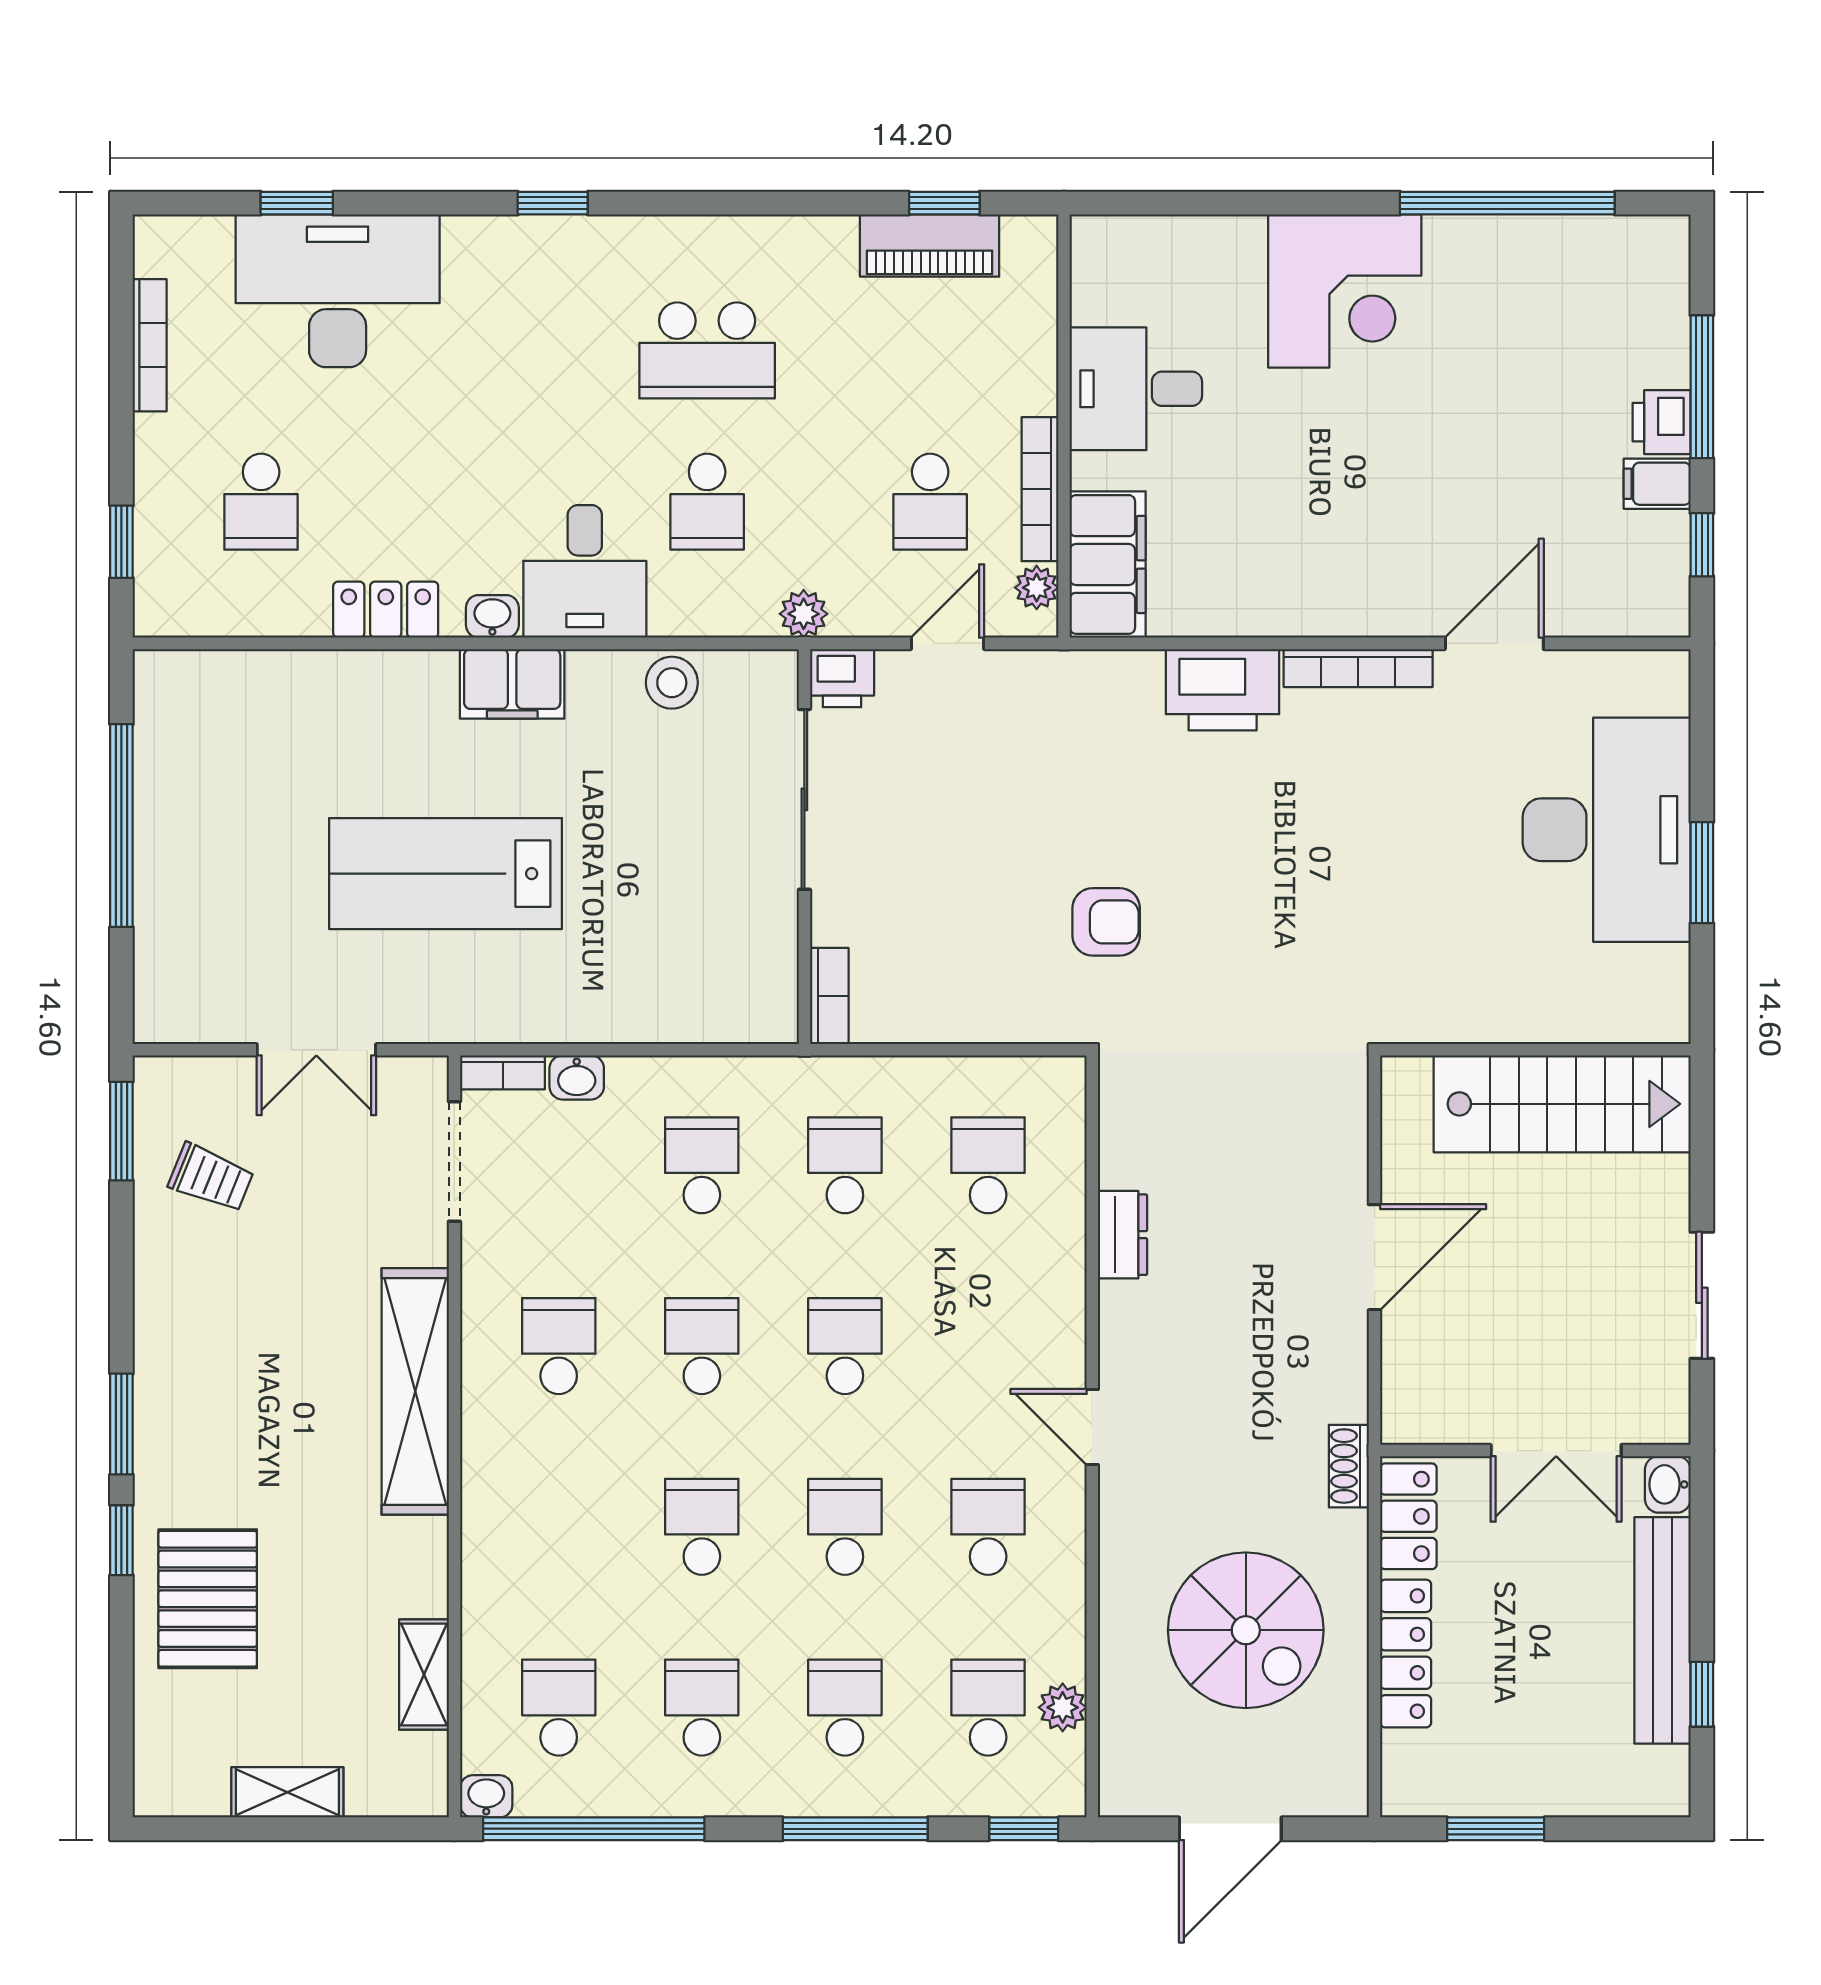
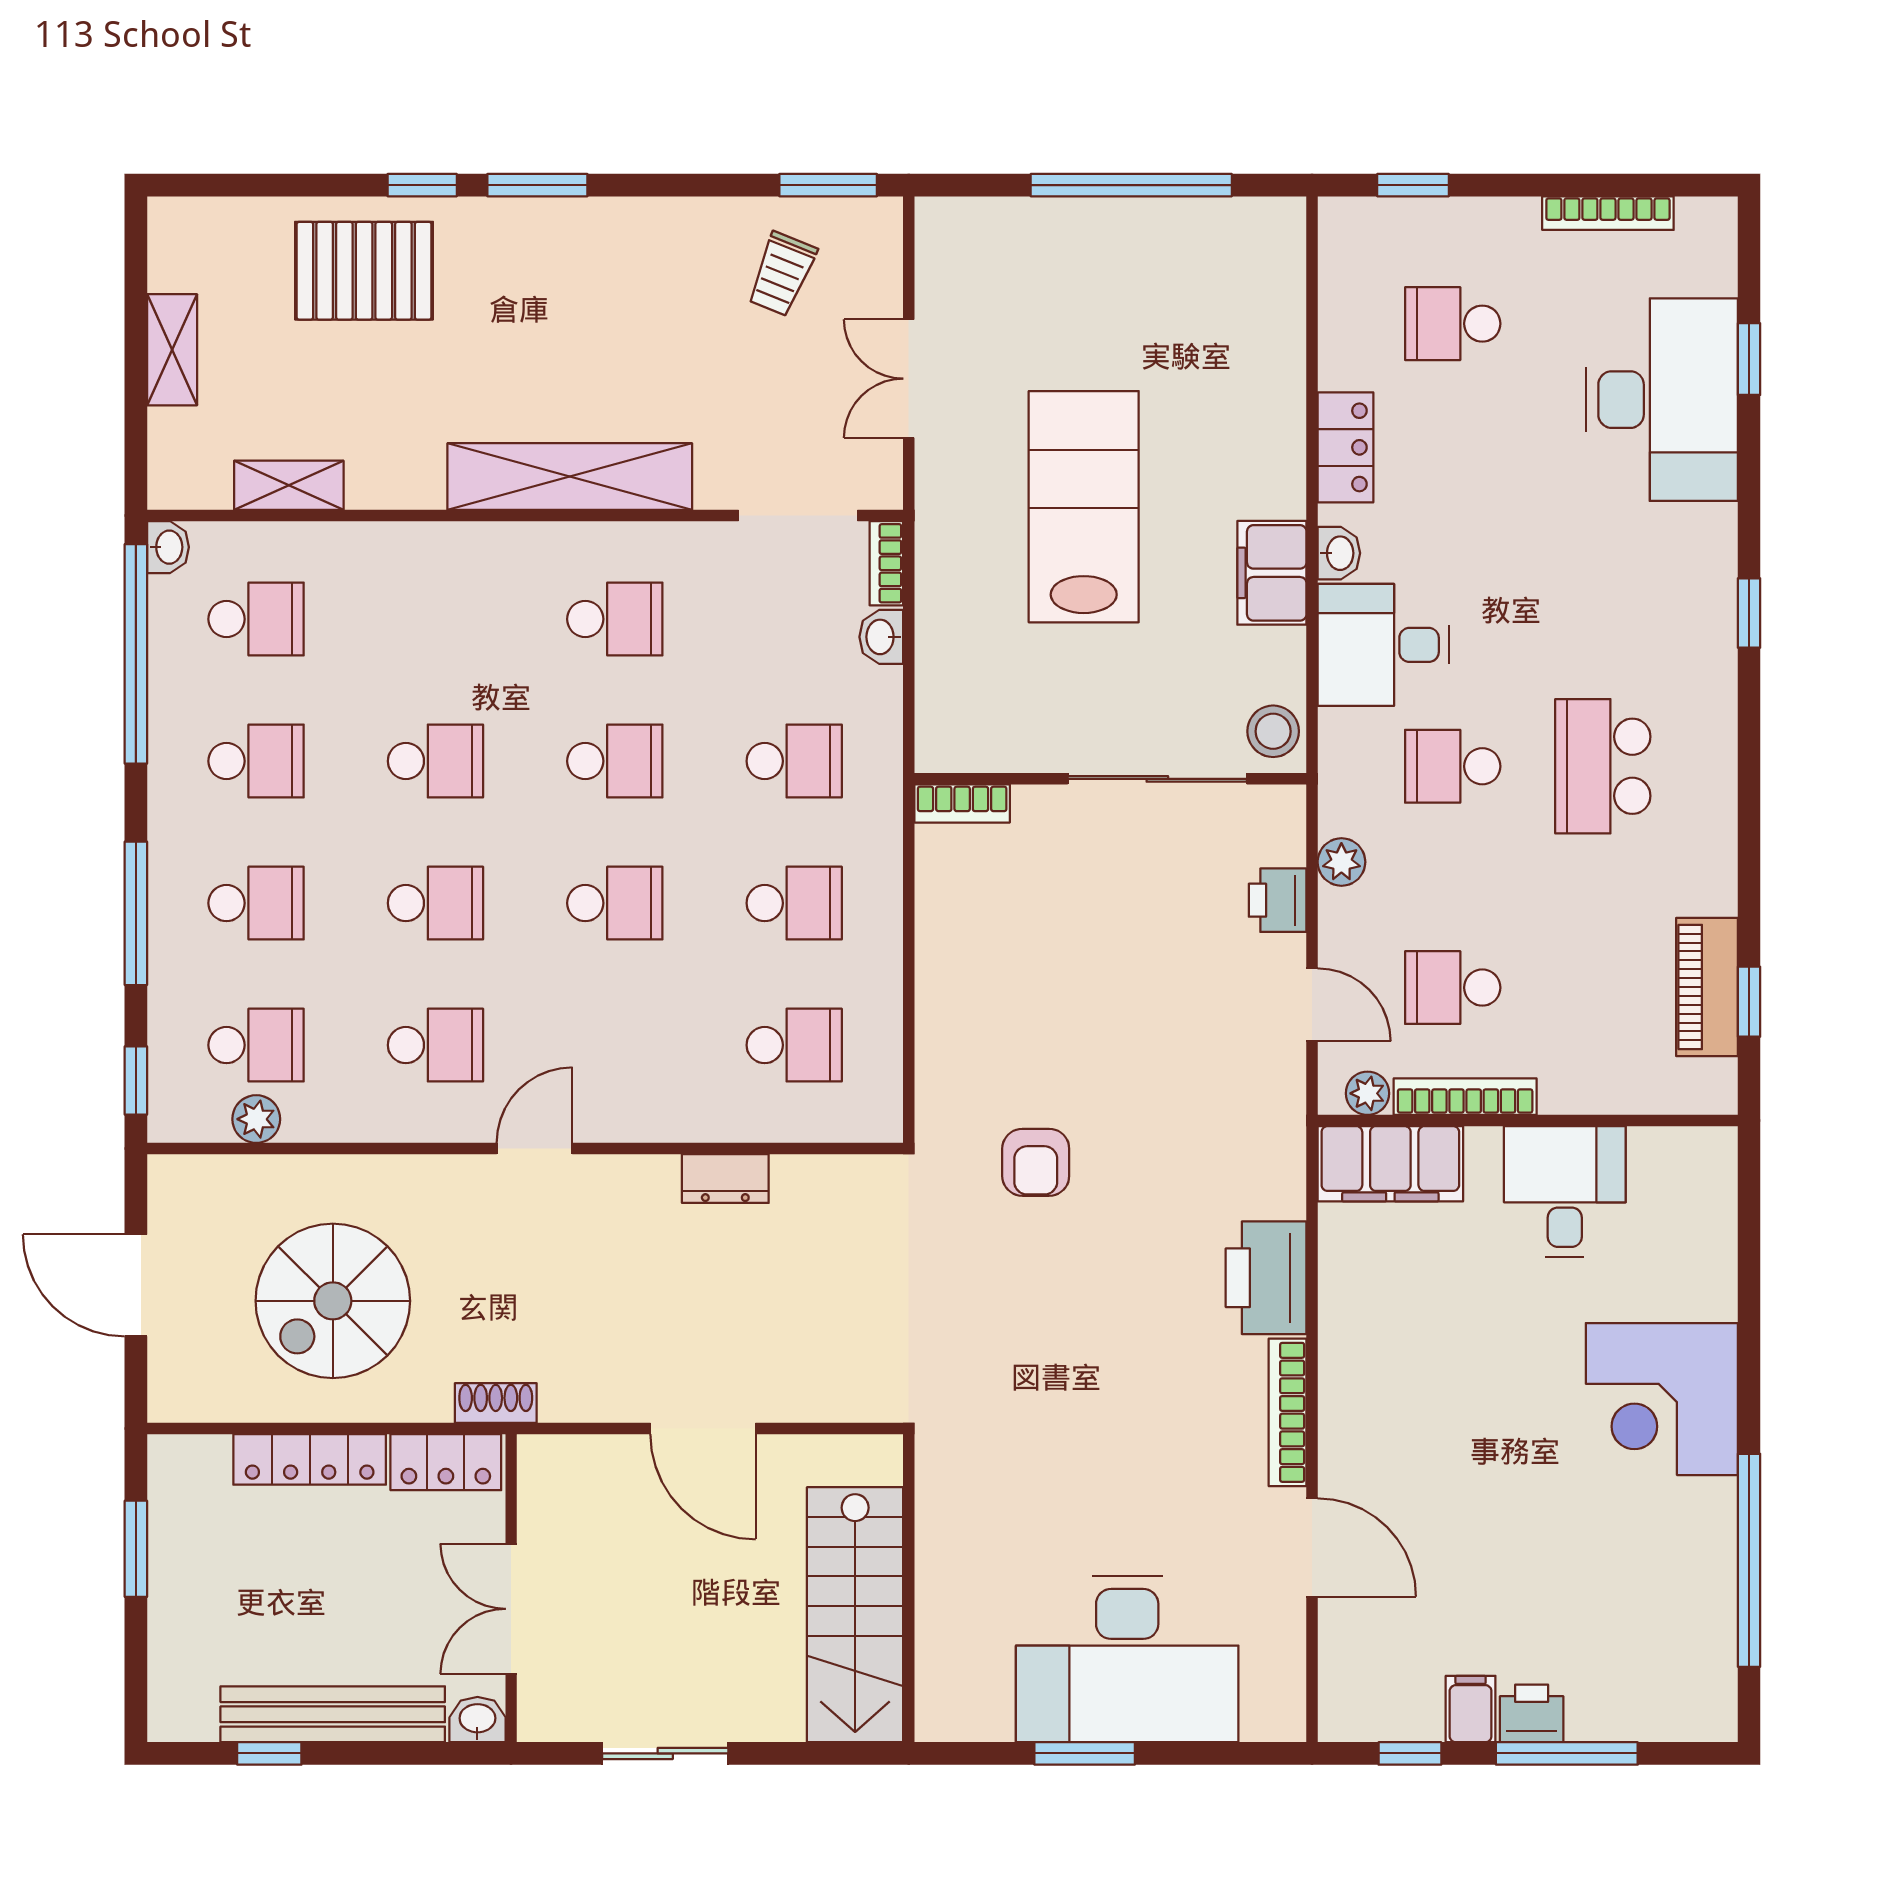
sliding door: (804, 799) -> (1157, 779), moved
wall: (804, 847) -> (1110, 779), moved
bookcase: (829, 996) -> (962, 804), moved

